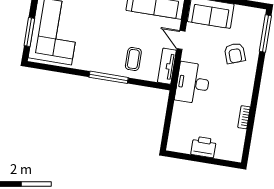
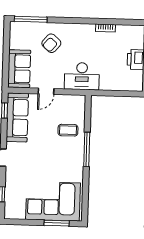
armchair: (235, 53) -> (51, 43), turned 151
tv unit: (167, 66) -> (70, 100), removed

